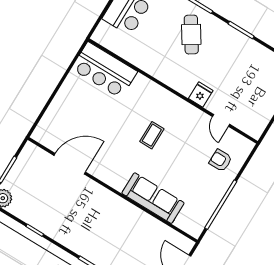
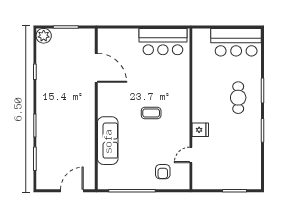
cafe table: (191, 35) -> (238, 98), turned -57
bar counter: (104, 70) -> (163, 42), moved, turned -90
armchair: (221, 160) -> (163, 172), turned 180

